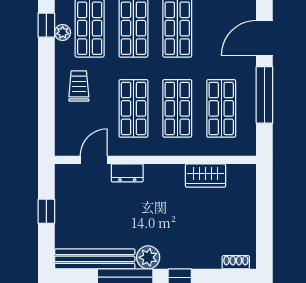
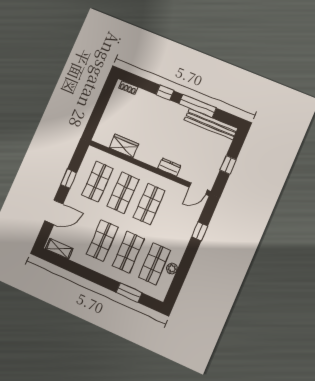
window: (46, 25) -> (200, 231), moved
trolley: (79, 86) -> (176, 232), removed
window: (264, 95) -> (69, 179), width x0.46
door: (94, 160) -> (198, 189), moved
plant: (148, 257) -> (179, 112), removed

